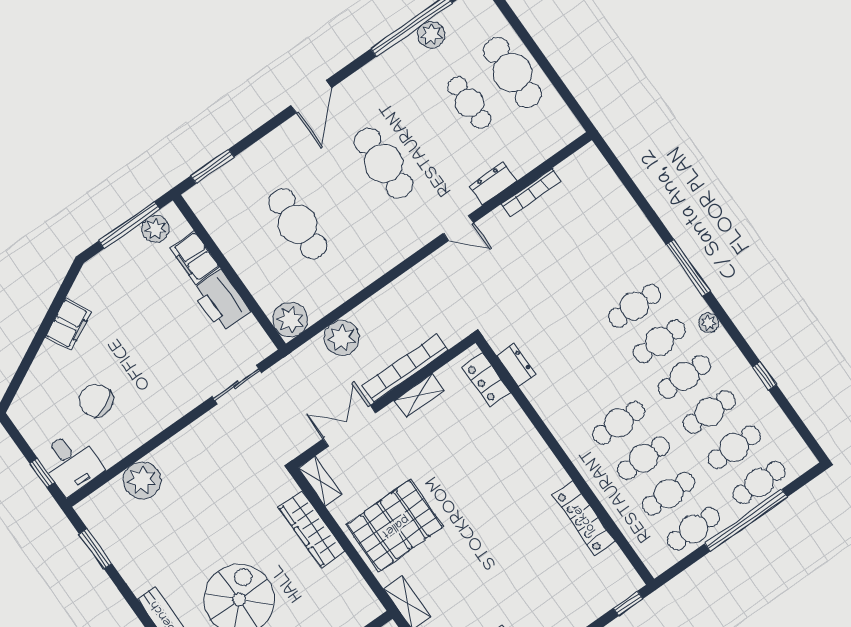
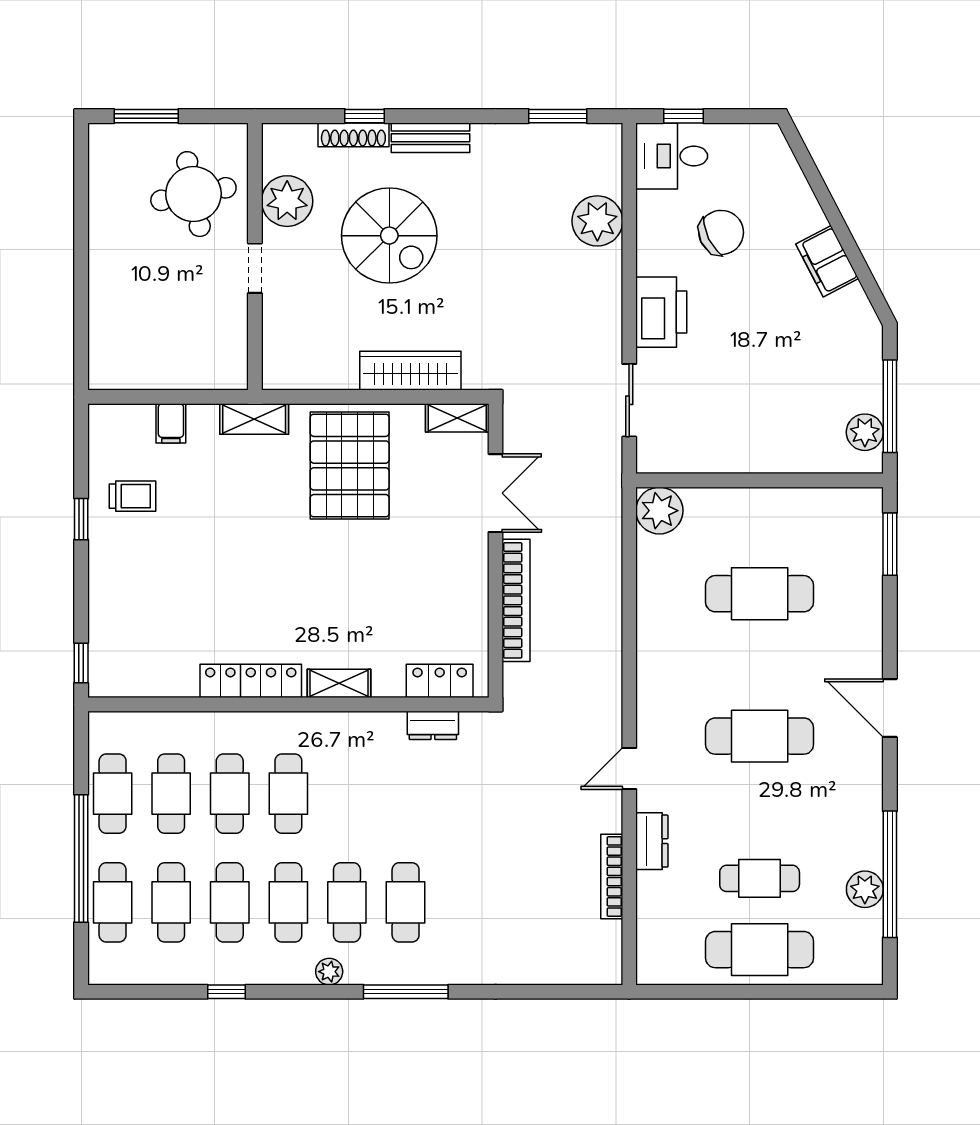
filing cabinet: (195, 258) -> (803, 454), removed
printer: (221, 301) -> (661, 312), moved, turned 90
plant: (342, 338) -> (599, 553), removed
shelving: (419, 395) -> (339, 683), moved, turned 90
locker: (584, 518) -> (251, 681), moved

